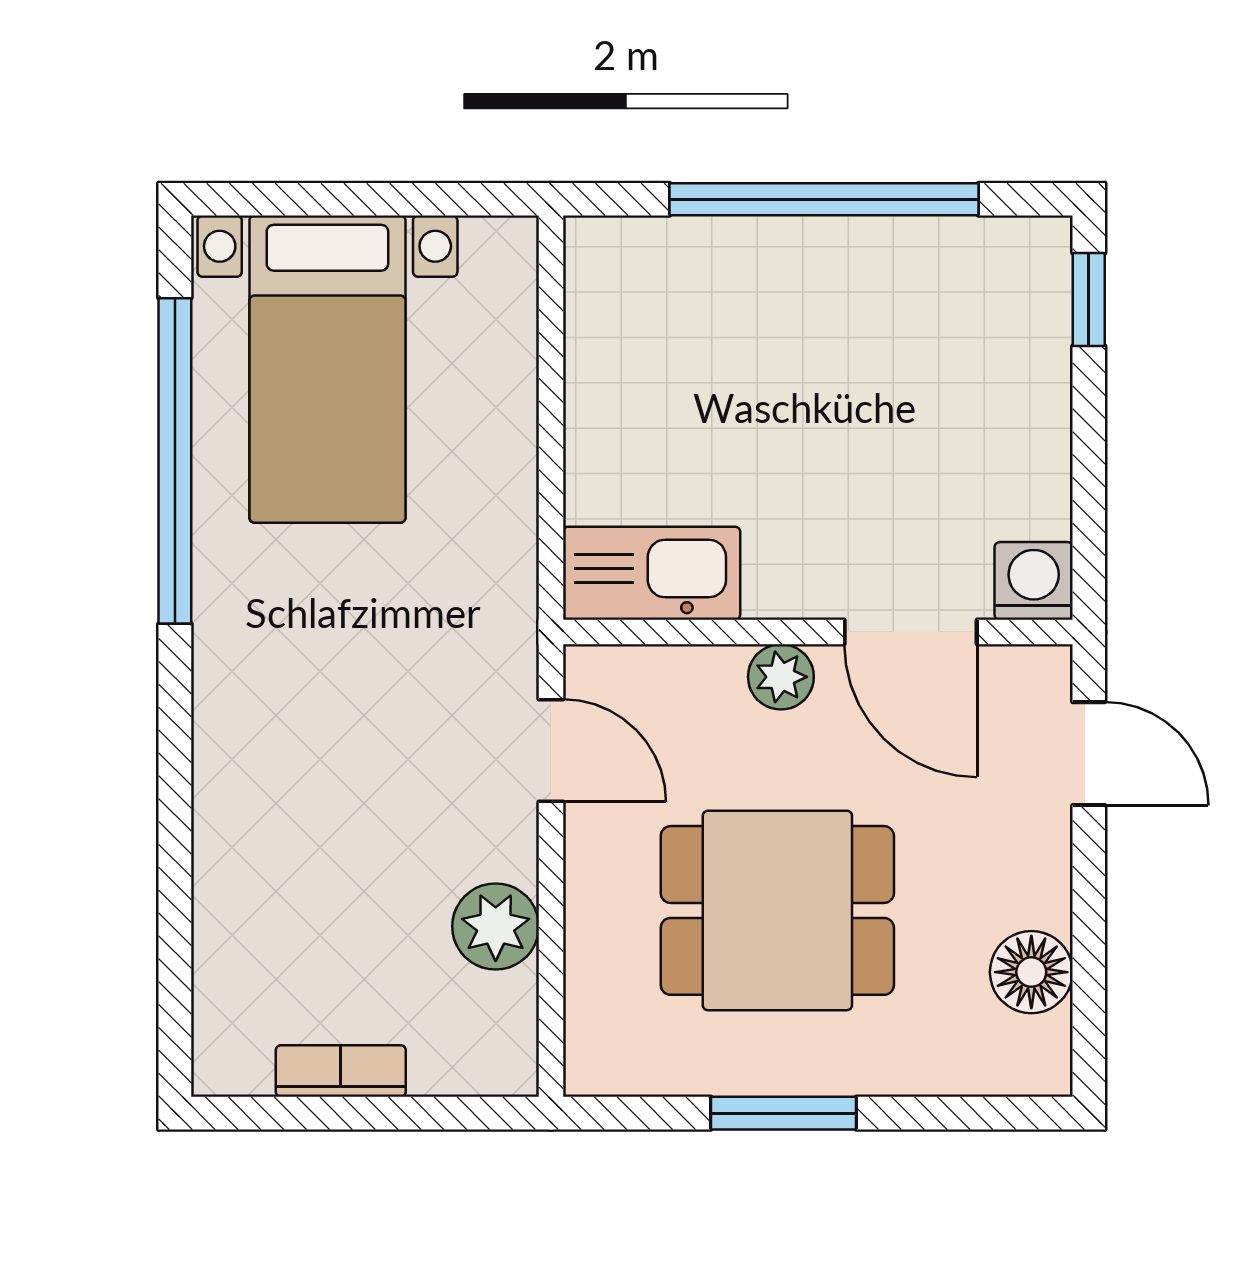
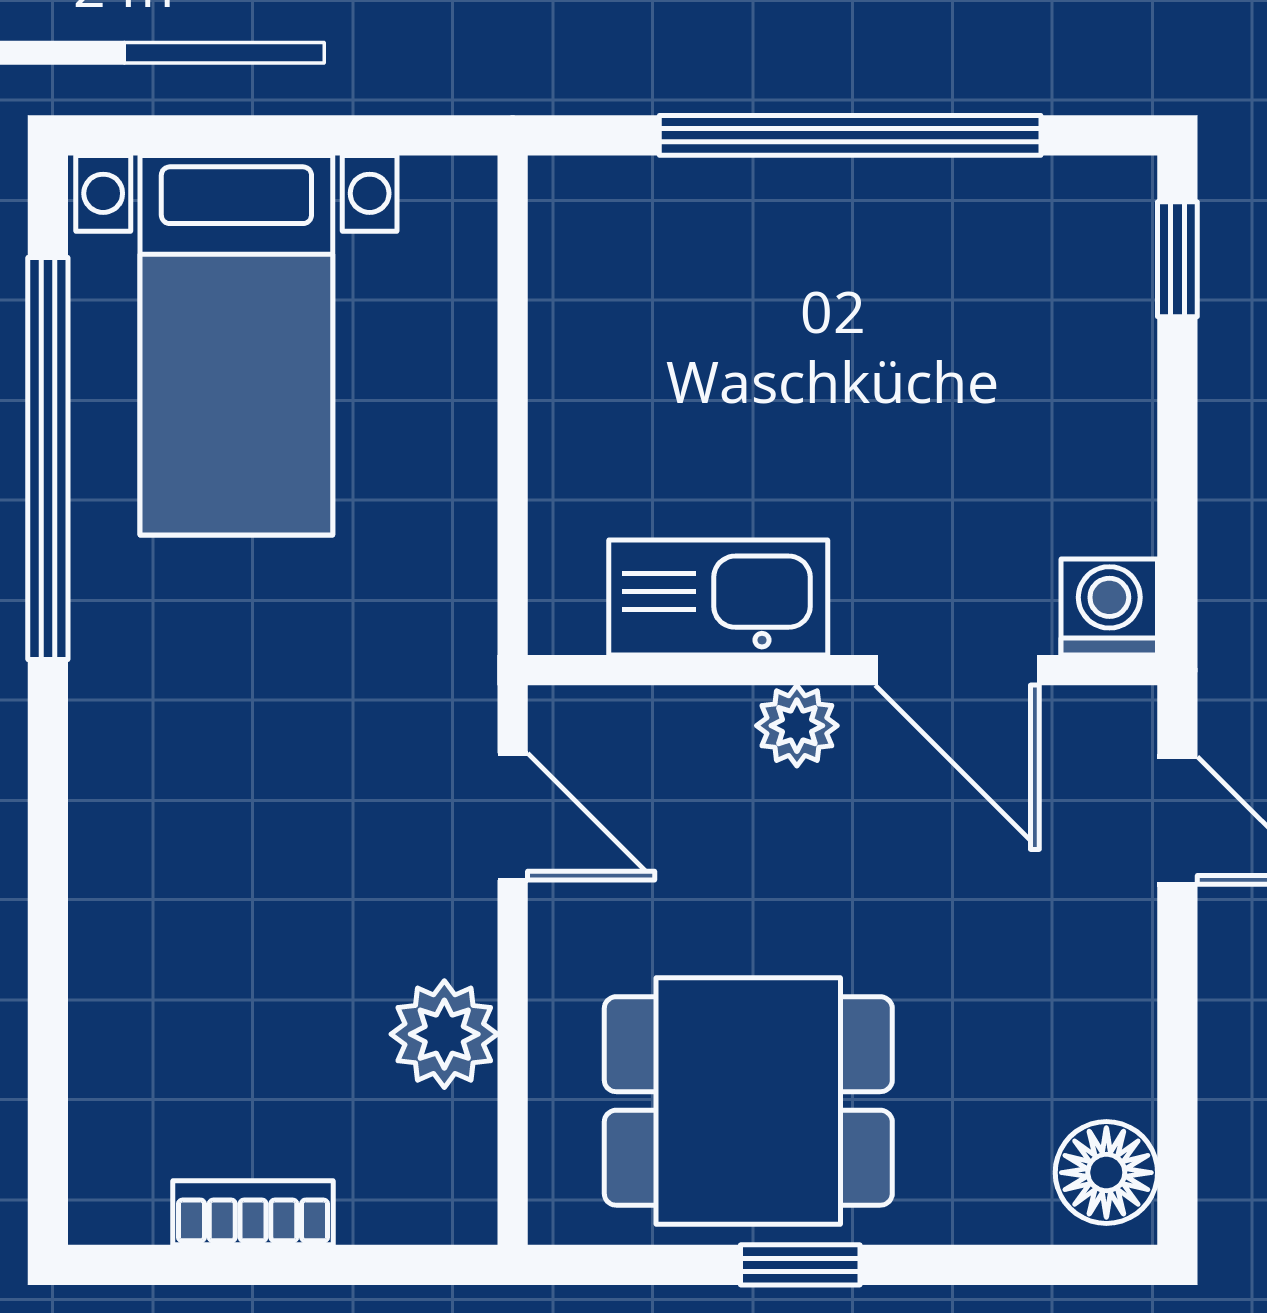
kitchen sink: (652, 573) -> (718, 597), moved
dining table: (777, 910) -> (748, 1101), moved
floor lamp: (1031, 972) -> (1106, 1173), moved
window: (784, 1113) -> (800, 1265), width x0.67

